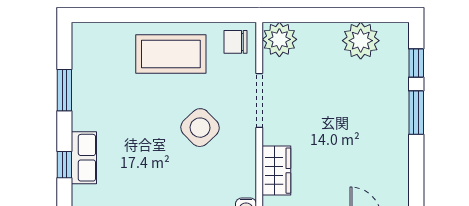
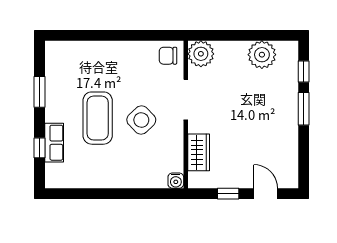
coffee table: (171, 54) -> (98, 118), moved, turned 90

